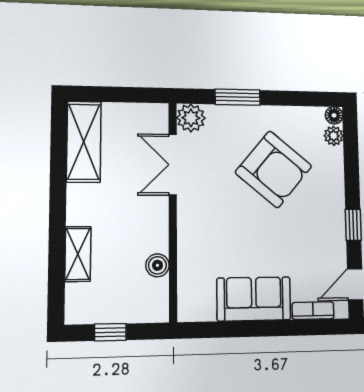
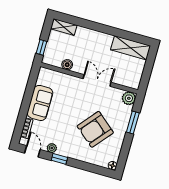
plant: (334, 136) -> (52, 148), moved
double door: (173, 165) -> (97, 80), moved
shelving: (78, 254) -> (64, 27), moved
window: (110, 332) -> (42, 47), moved

